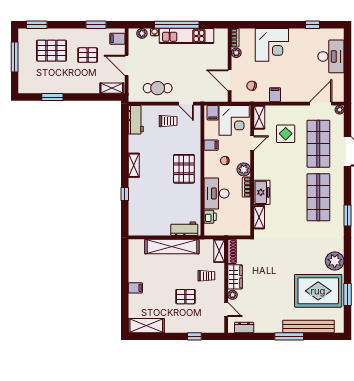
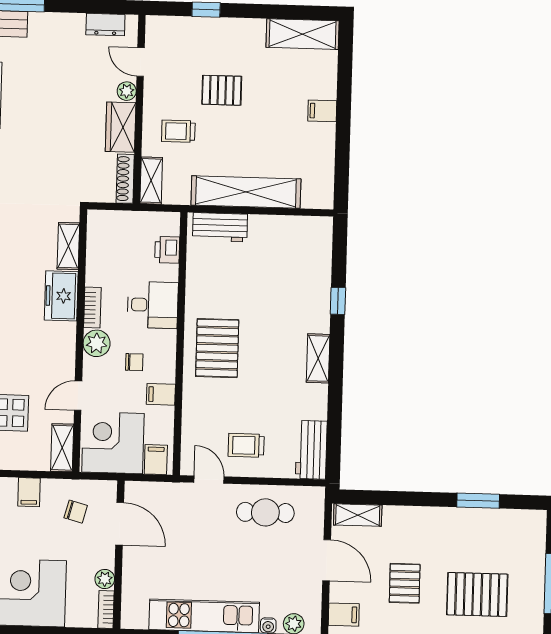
pallet: (88, 55) -> (405, 583), turned 90
desk: (217, 194) -> (153, 305), width x0.73

